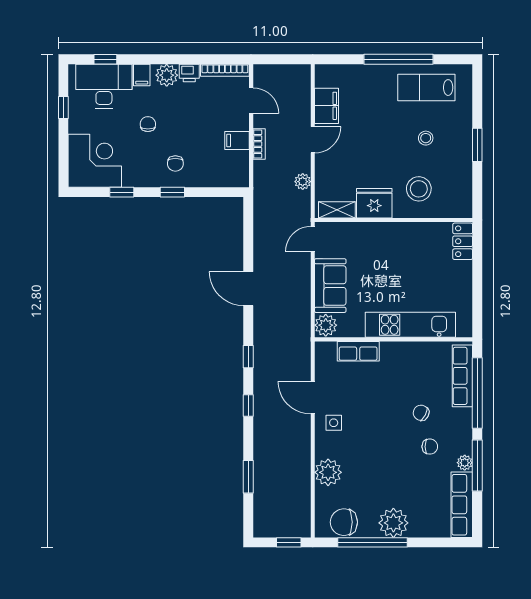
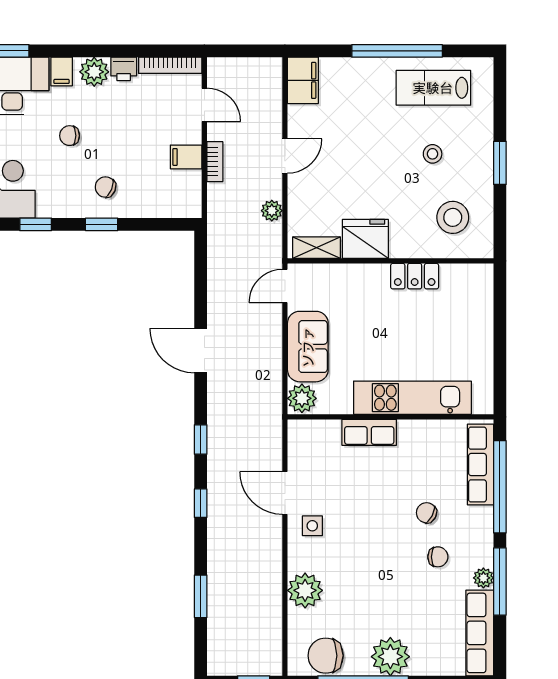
filing cabinet: (326, 106) -> (303, 80), moved
chair: (148, 124) -> (70, 136), turned -90
chair: (175, 163) -> (105, 187), turned 112
stool: (419, 189) -> (453, 217), moved
locker: (463, 241) -> (415, 276), moved, turned -90
row of seats: (358, 351) -> (369, 432), moved

